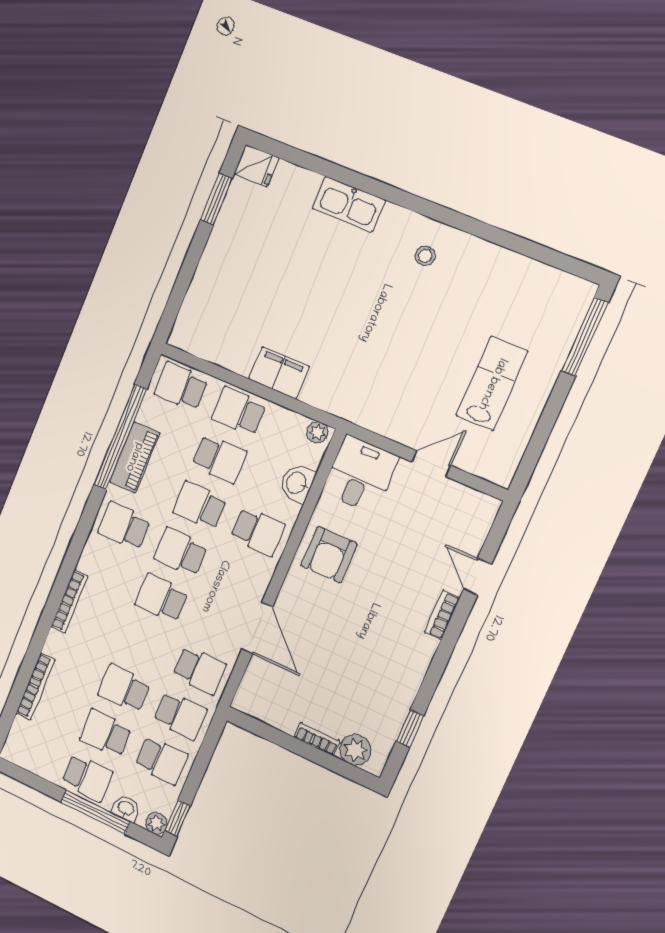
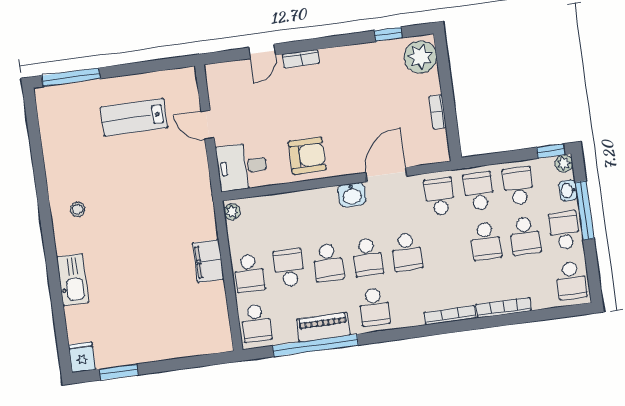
washbasin: (297, 483) -> (352, 195), moved
school desk: (258, 532) -> (571, 280), moved, turned 180
bookcase: (36, 686) -> (504, 308), moved
bookcase: (317, 739) -> (438, 112), moved
plant: (355, 750) -> (420, 57), width x1.36, depth x1.36

